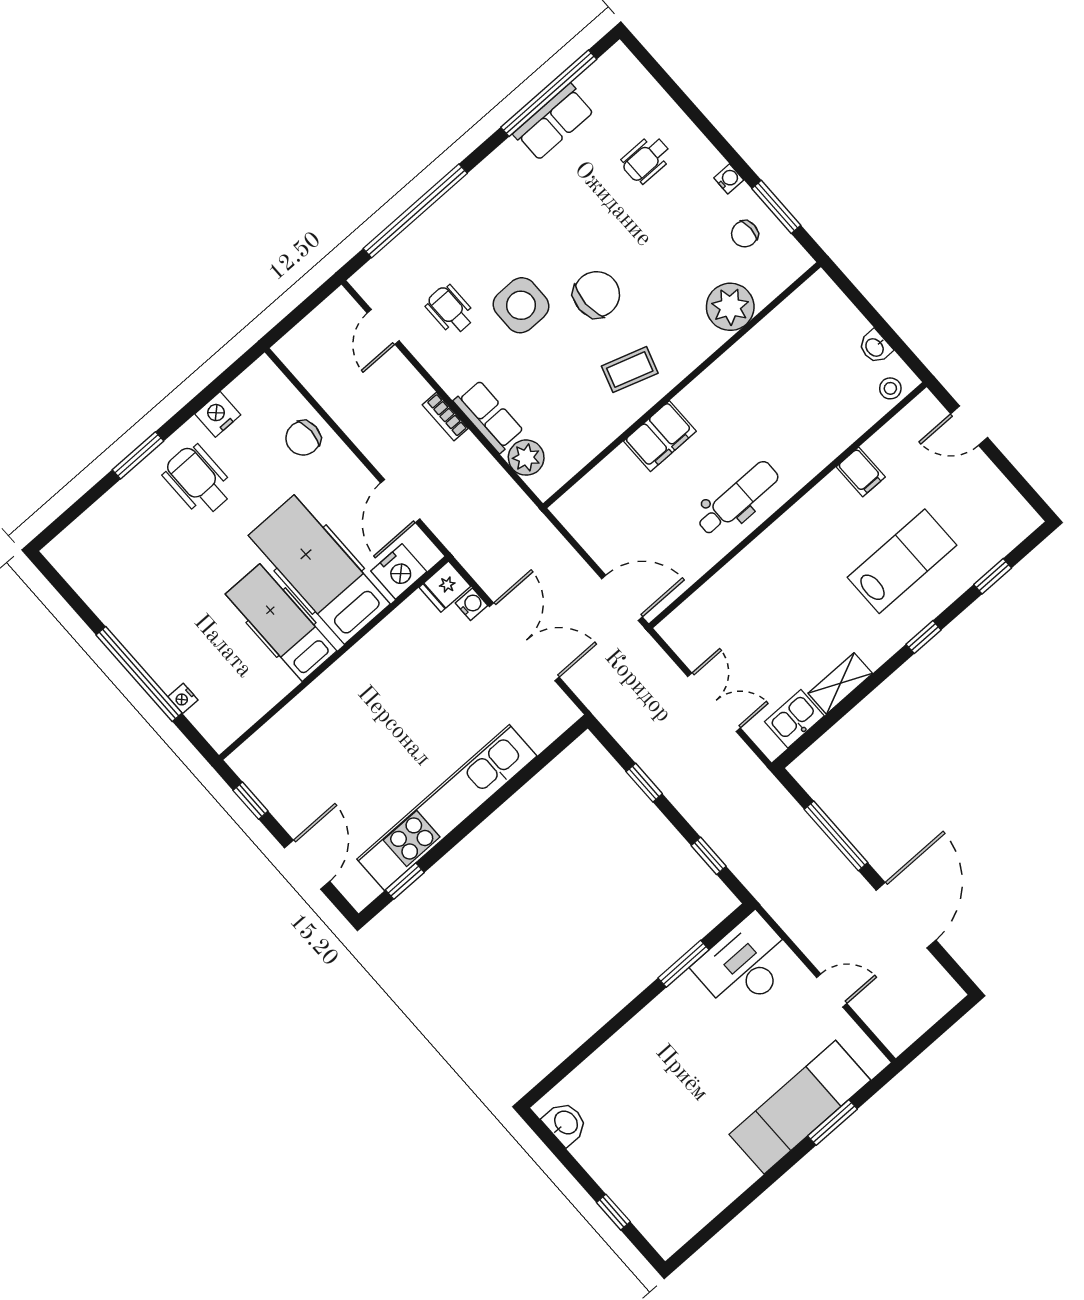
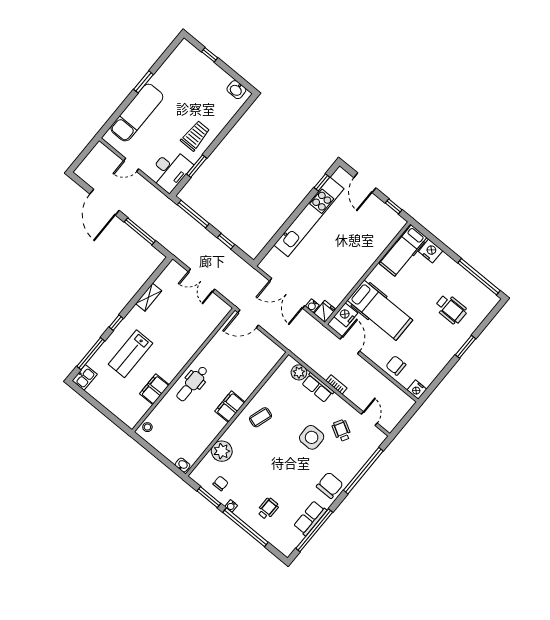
window: (704, 125) -> (245, 527), added
chair: (597, 294) -> (330, 485), moved, turned 180
wheelchair: (450, 310) -> (342, 431), turned -151
washbasin: (875, 347) -> (183, 465), moved
nightstand: (218, 414) -> (417, 390), moved, turned 90
door: (969, 426) -> (111, 417), removed
filing cabinet: (660, 436) -> (230, 407), moved
chair: (303, 438) -> (396, 365), turned -90
filing cabinet: (861, 472) -> (154, 389), width x2.00
wheelchair: (198, 480) -> (451, 309), moved
dental chair: (738, 498) -> (192, 384), moved
window: (993, 576) -> (91, 354), width x2.17
hospital bed: (281, 623) -> (403, 251), moved, turned 90
window: (139, 674) -> (479, 277), moved
nightstand: (183, 698) -> (431, 251), width x1.89, depth x1.79
kitchen sink: (794, 719) -> (85, 377), moved
window: (709, 856) -> (193, 214), width x2.17
trolley: (675, 1033) -> (195, 136), added
window: (833, 1122) -> (143, 82), moved

